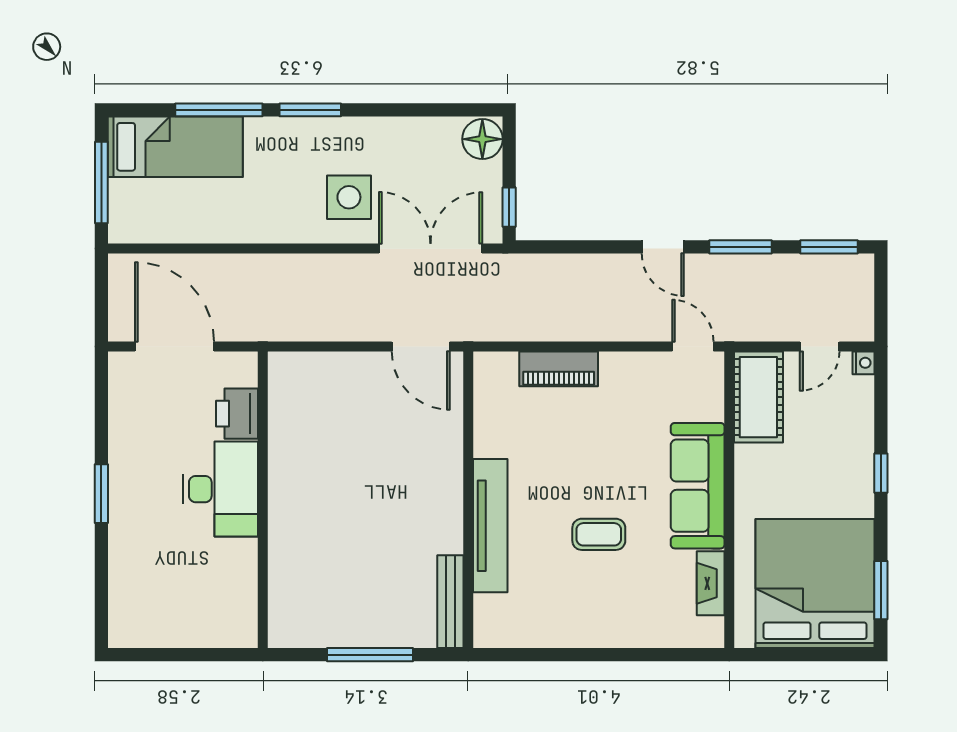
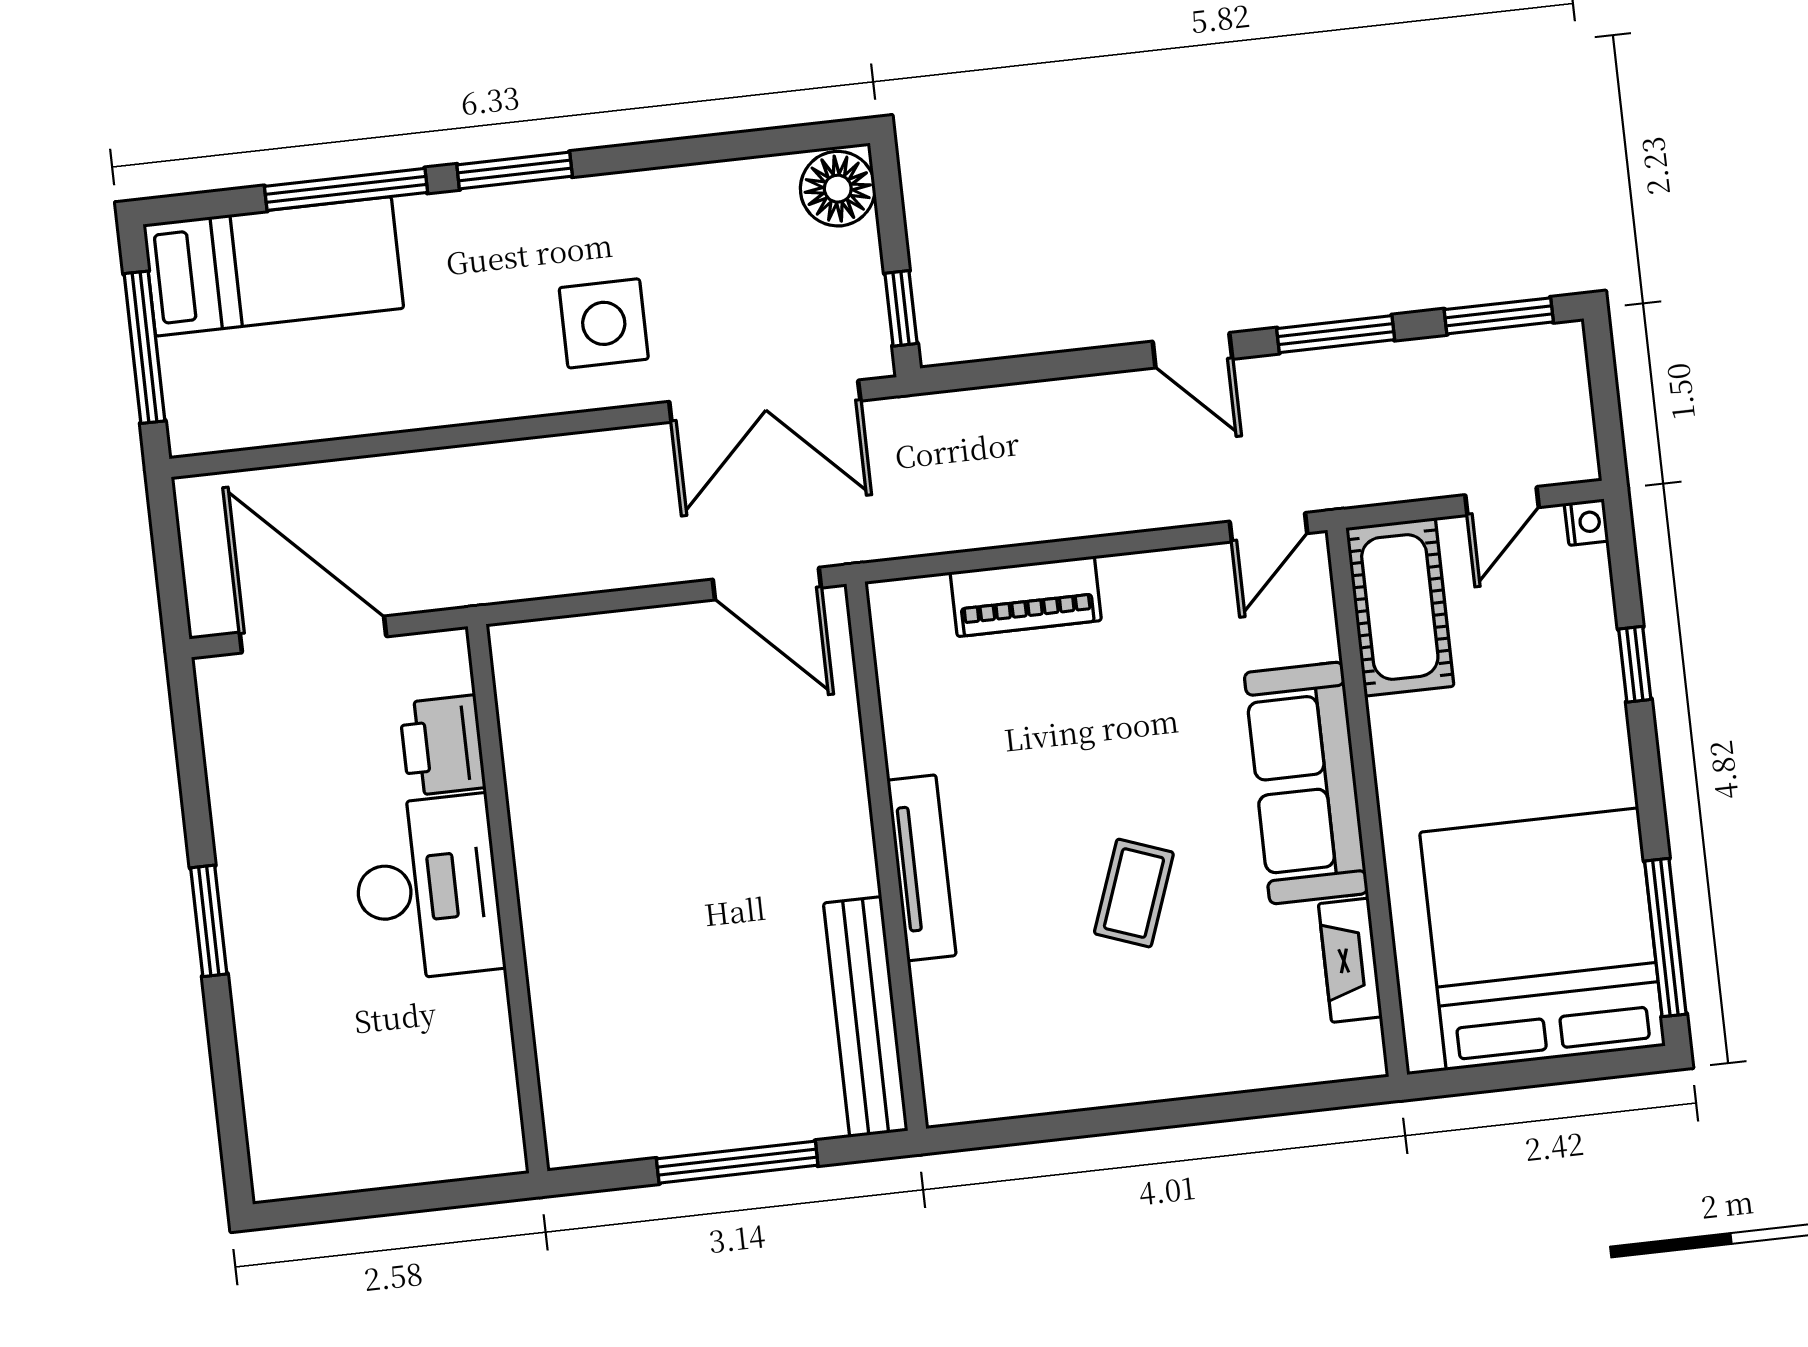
double door: (431, 249) -> (765, 401), swing flipped
door: (693, 346) -> (1268, 527), swing flipped
window: (881, 473) -> (1635, 664), moved
tv unit: (490, 526) -> (922, 868), width x0.73, depth x0.78
coffee table: (599, 534) -> (1134, 893), turned -70
window: (881, 590) -> (1665, 938), width x1.44
bench: (450, 602) -> (866, 1017), width x1.37, depth x1.21

